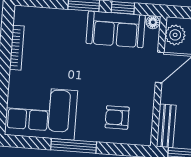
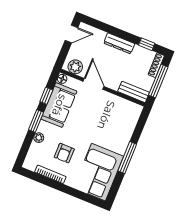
plant: (62, 16) -> (39, 138), added
armchair: (117, 117) -> (64, 153), moved

